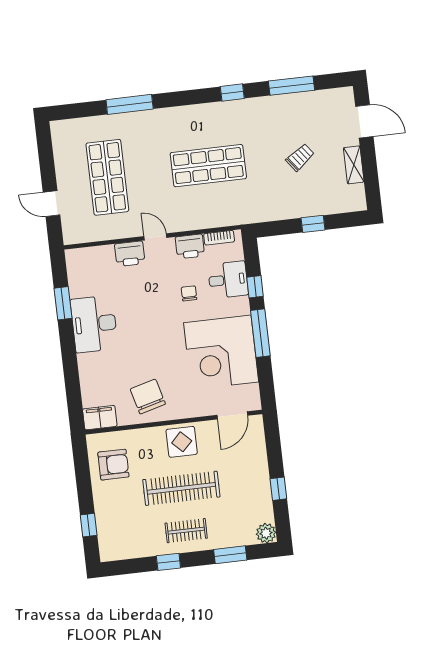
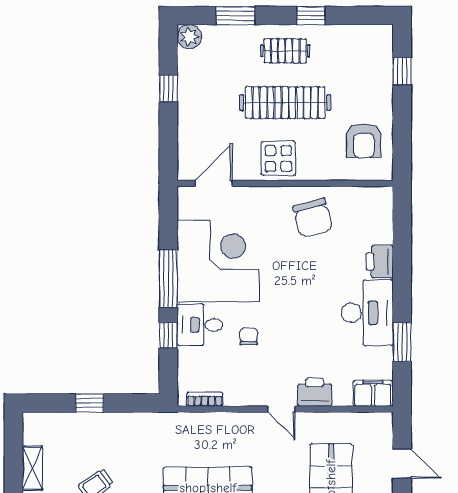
printer: (190, 246) -> (380, 262), moved, turned -90
desk: (228, 280) -> (200, 325), moved
chair: (189, 293) -> (249, 336), turned 180
filing cabinet: (100, 418) -> (373, 393), moved, turned 180
armchair: (113, 465) -> (364, 141), turned -90

